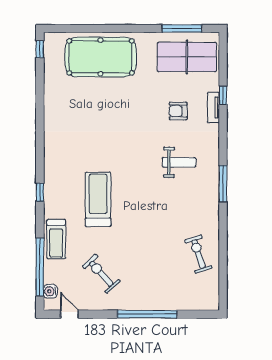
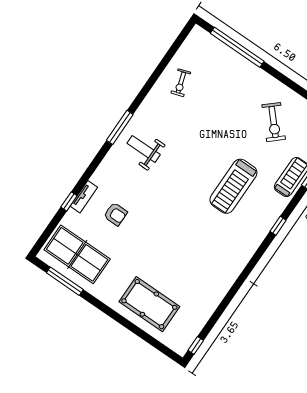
pool table: (101, 57) -> (149, 304), width x0.73, depth x0.76
weight bench: (179, 162) -> (144, 149), moved
exercise bike: (198, 254) -> (181, 83), width x0.73, depth x0.72
window: (147, 314) -> (237, 47), moved

